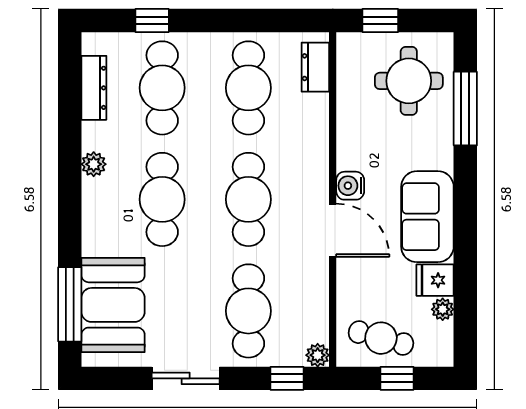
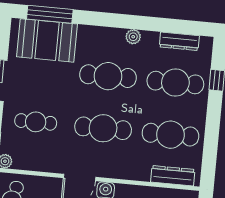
dresser: (315, 67) -> (173, 176), width x1.44
cafe table: (248, 311) -> (36, 122), width x0.73, depth x0.74

